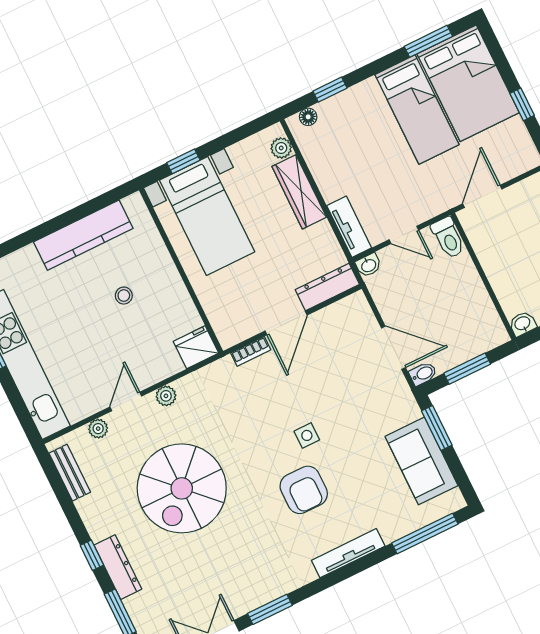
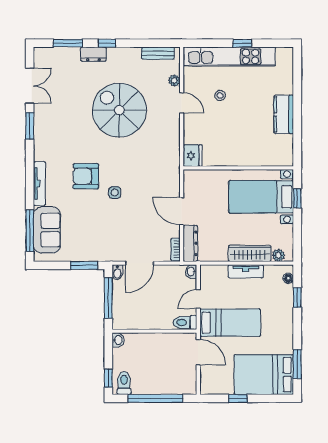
bed: (417, 110) -> (230, 323), moved, turned 180
tv unit: (349, 227) -> (246, 271), moved
kitchen counter: (83, 235) -> (284, 114), width x0.67
stool: (124, 296) -> (220, 95), moved
bookcase: (251, 351) -> (176, 250), moved
window: (467, 369) -> (108, 298), width x1.44
plant: (166, 396) -> (174, 126), removed
sofa: (422, 461) -> (47, 230), moved, turned 90
dresser: (118, 567) -> (93, 54), width x0.70

